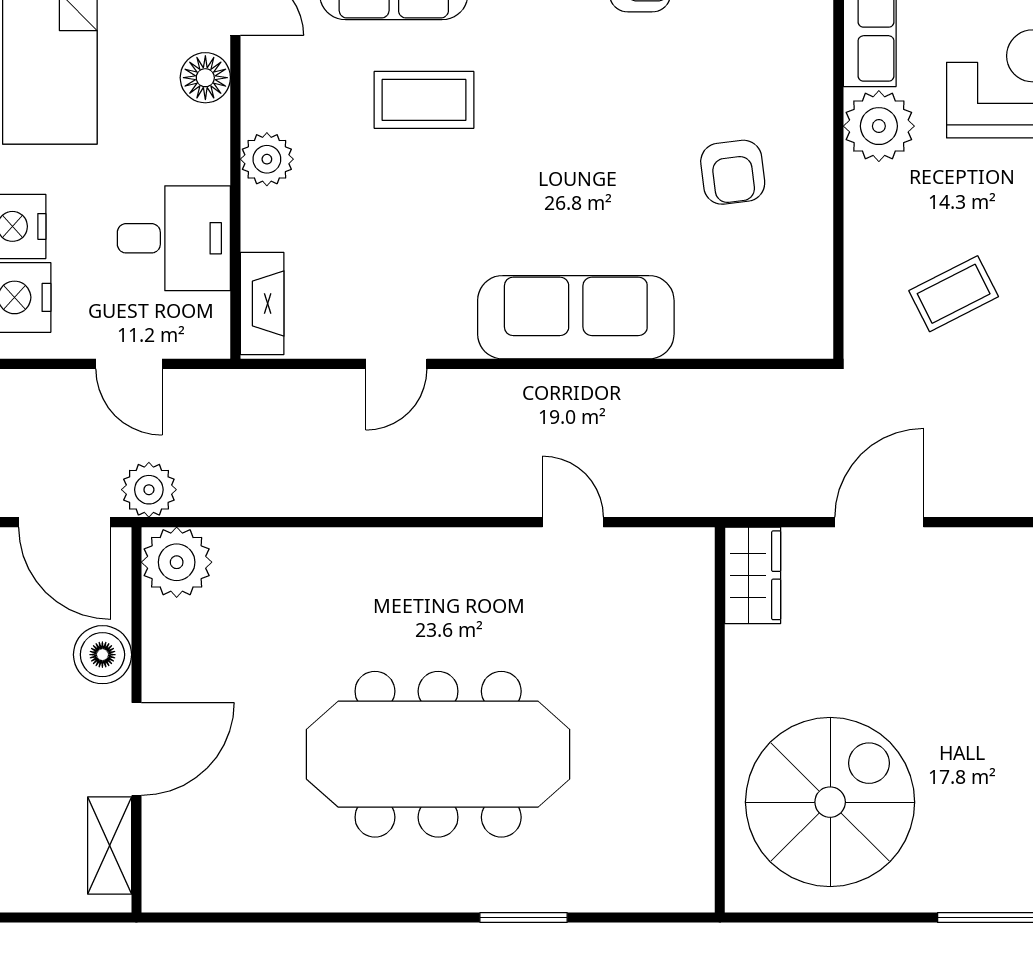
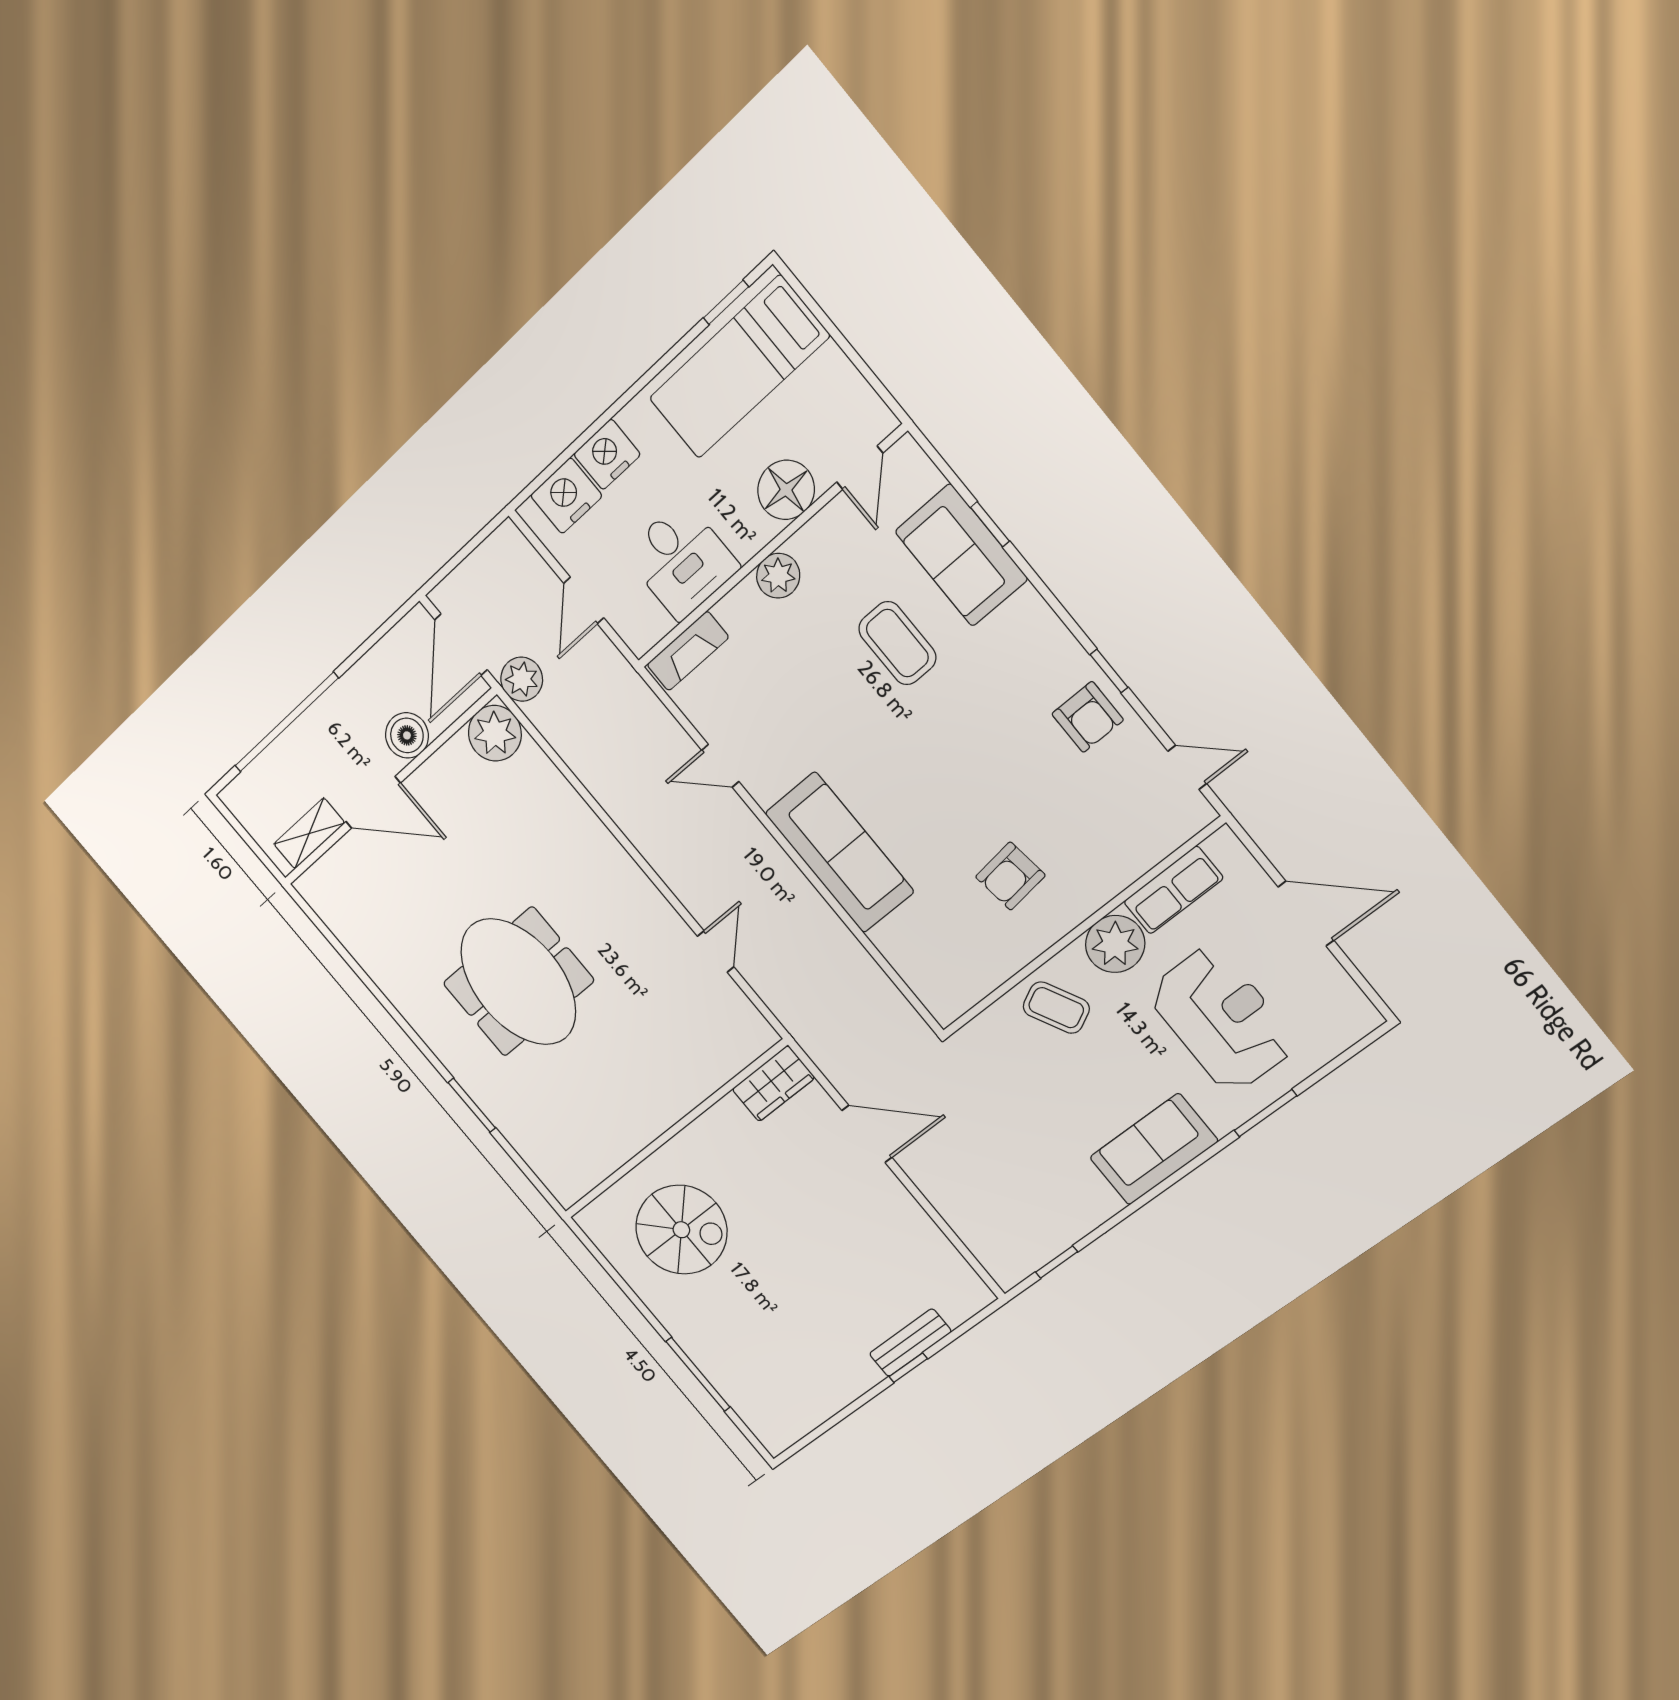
floor lamp: (205, 78) -> (786, 490), width x1.38, depth x1.38
coffee table: (954, 294) -> (1056, 1008), moved
meeting table: (438, 754) -> (518, 982), width x0.73
spiral stairs: (830, 802) -> (681, 1230), width x0.73, depth x0.73

